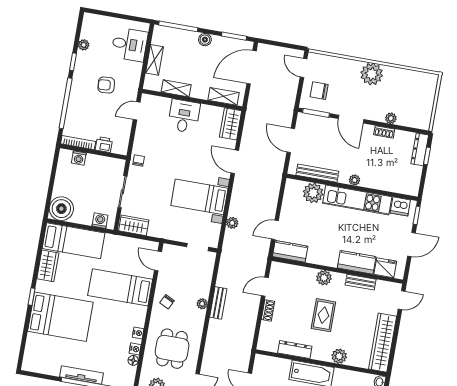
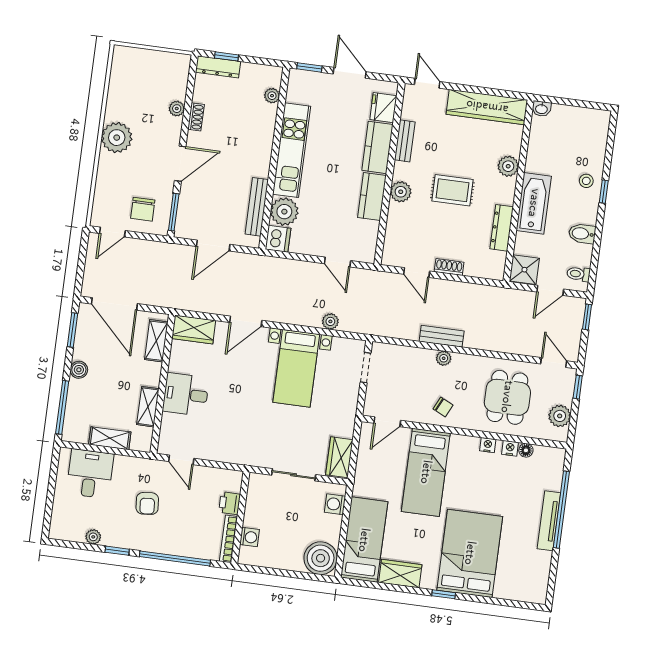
chair: (139, 160) -> (249, 454), removed
plant: (355, 180) -> (272, 96), moved
dishwasher: (400, 206) -> (278, 239), moved
kitchen counter: (290, 251) -> (372, 196), moved
dining table: (172, 349) -> (507, 397), turned 90
shower: (264, 365) -> (524, 270), added

